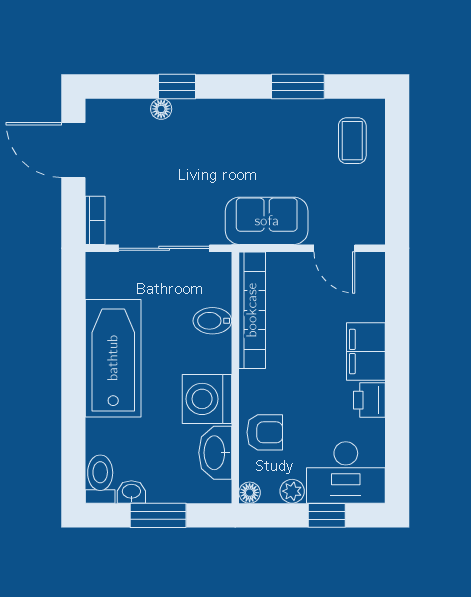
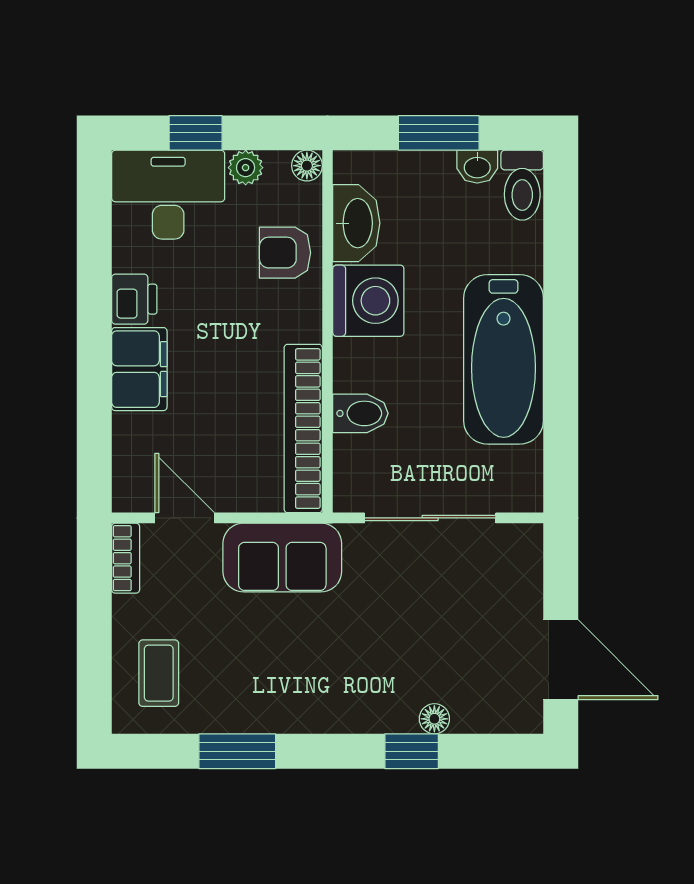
bookcase: (95, 220) -> (126, 558), moved, turned 180

